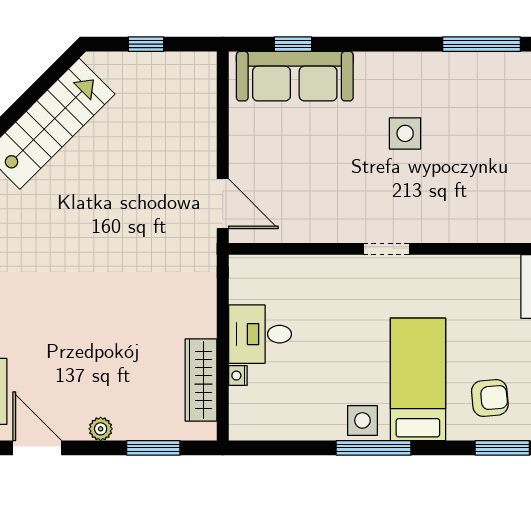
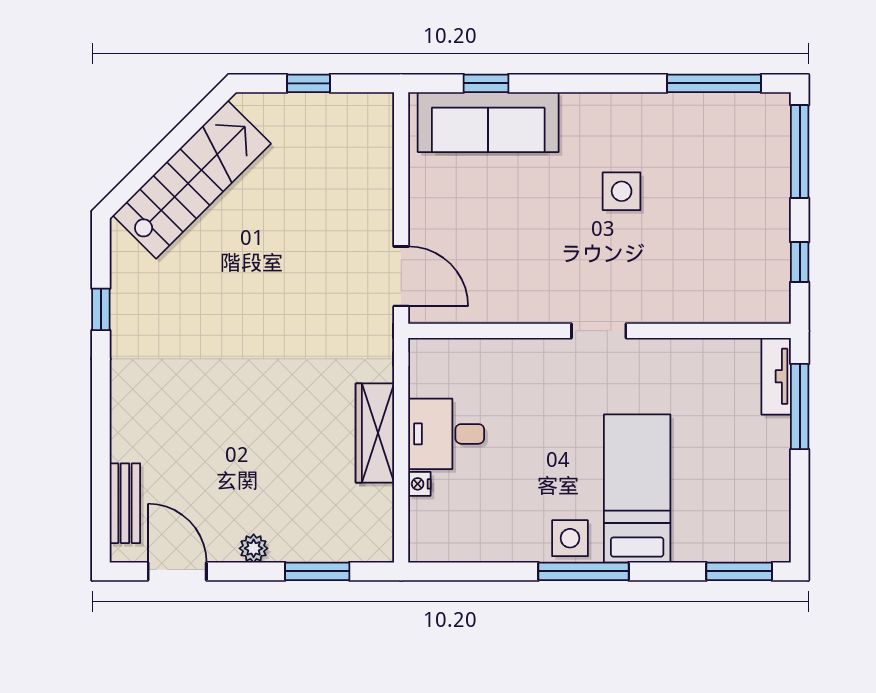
wardrobe: (201, 380) -> (375, 433), moved
armchair: (490, 398) -> (724, 511), removed

